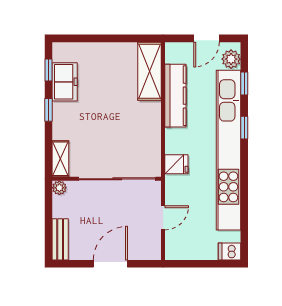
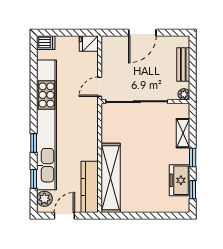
shelving: (149, 71) -> (111, 178), width x1.47
kitchen counter: (175, 96) -> (90, 187), moved
shelving: (60, 159) -> (183, 133), moved
fridge: (176, 164) -> (89, 43), moved
door: (163, 218) -> (100, 87), moved
bench: (60, 239) -> (183, 65), moved

